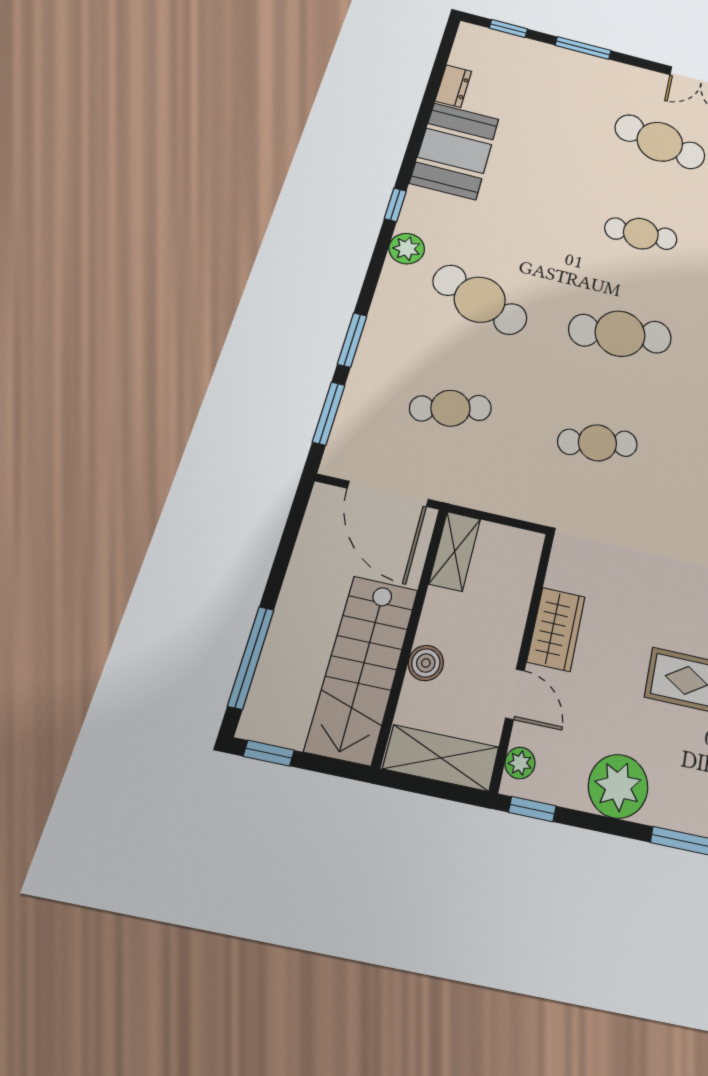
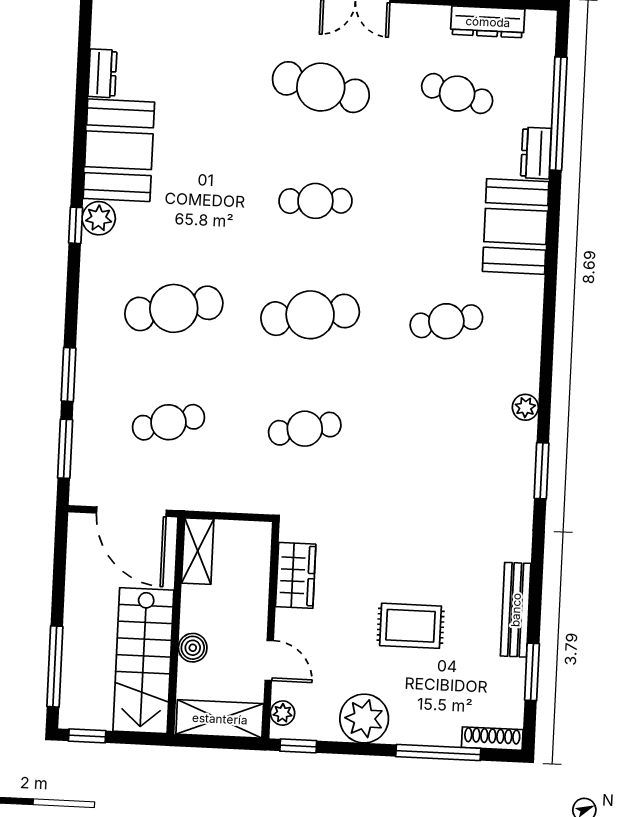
plant: (407, 249) -> (99, 218), moved
cafe table: (480, 300) -> (174, 308), turned -33
wardrobe: (556, 629) -> (296, 575), moved

